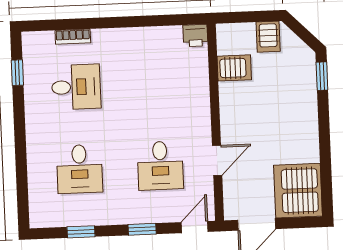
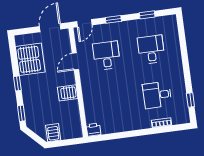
server rack: (234, 68) -> (68, 93), moved
window: (324, 130) -> (17, 83), added
server rack: (298, 191) -> (30, 59), moved

